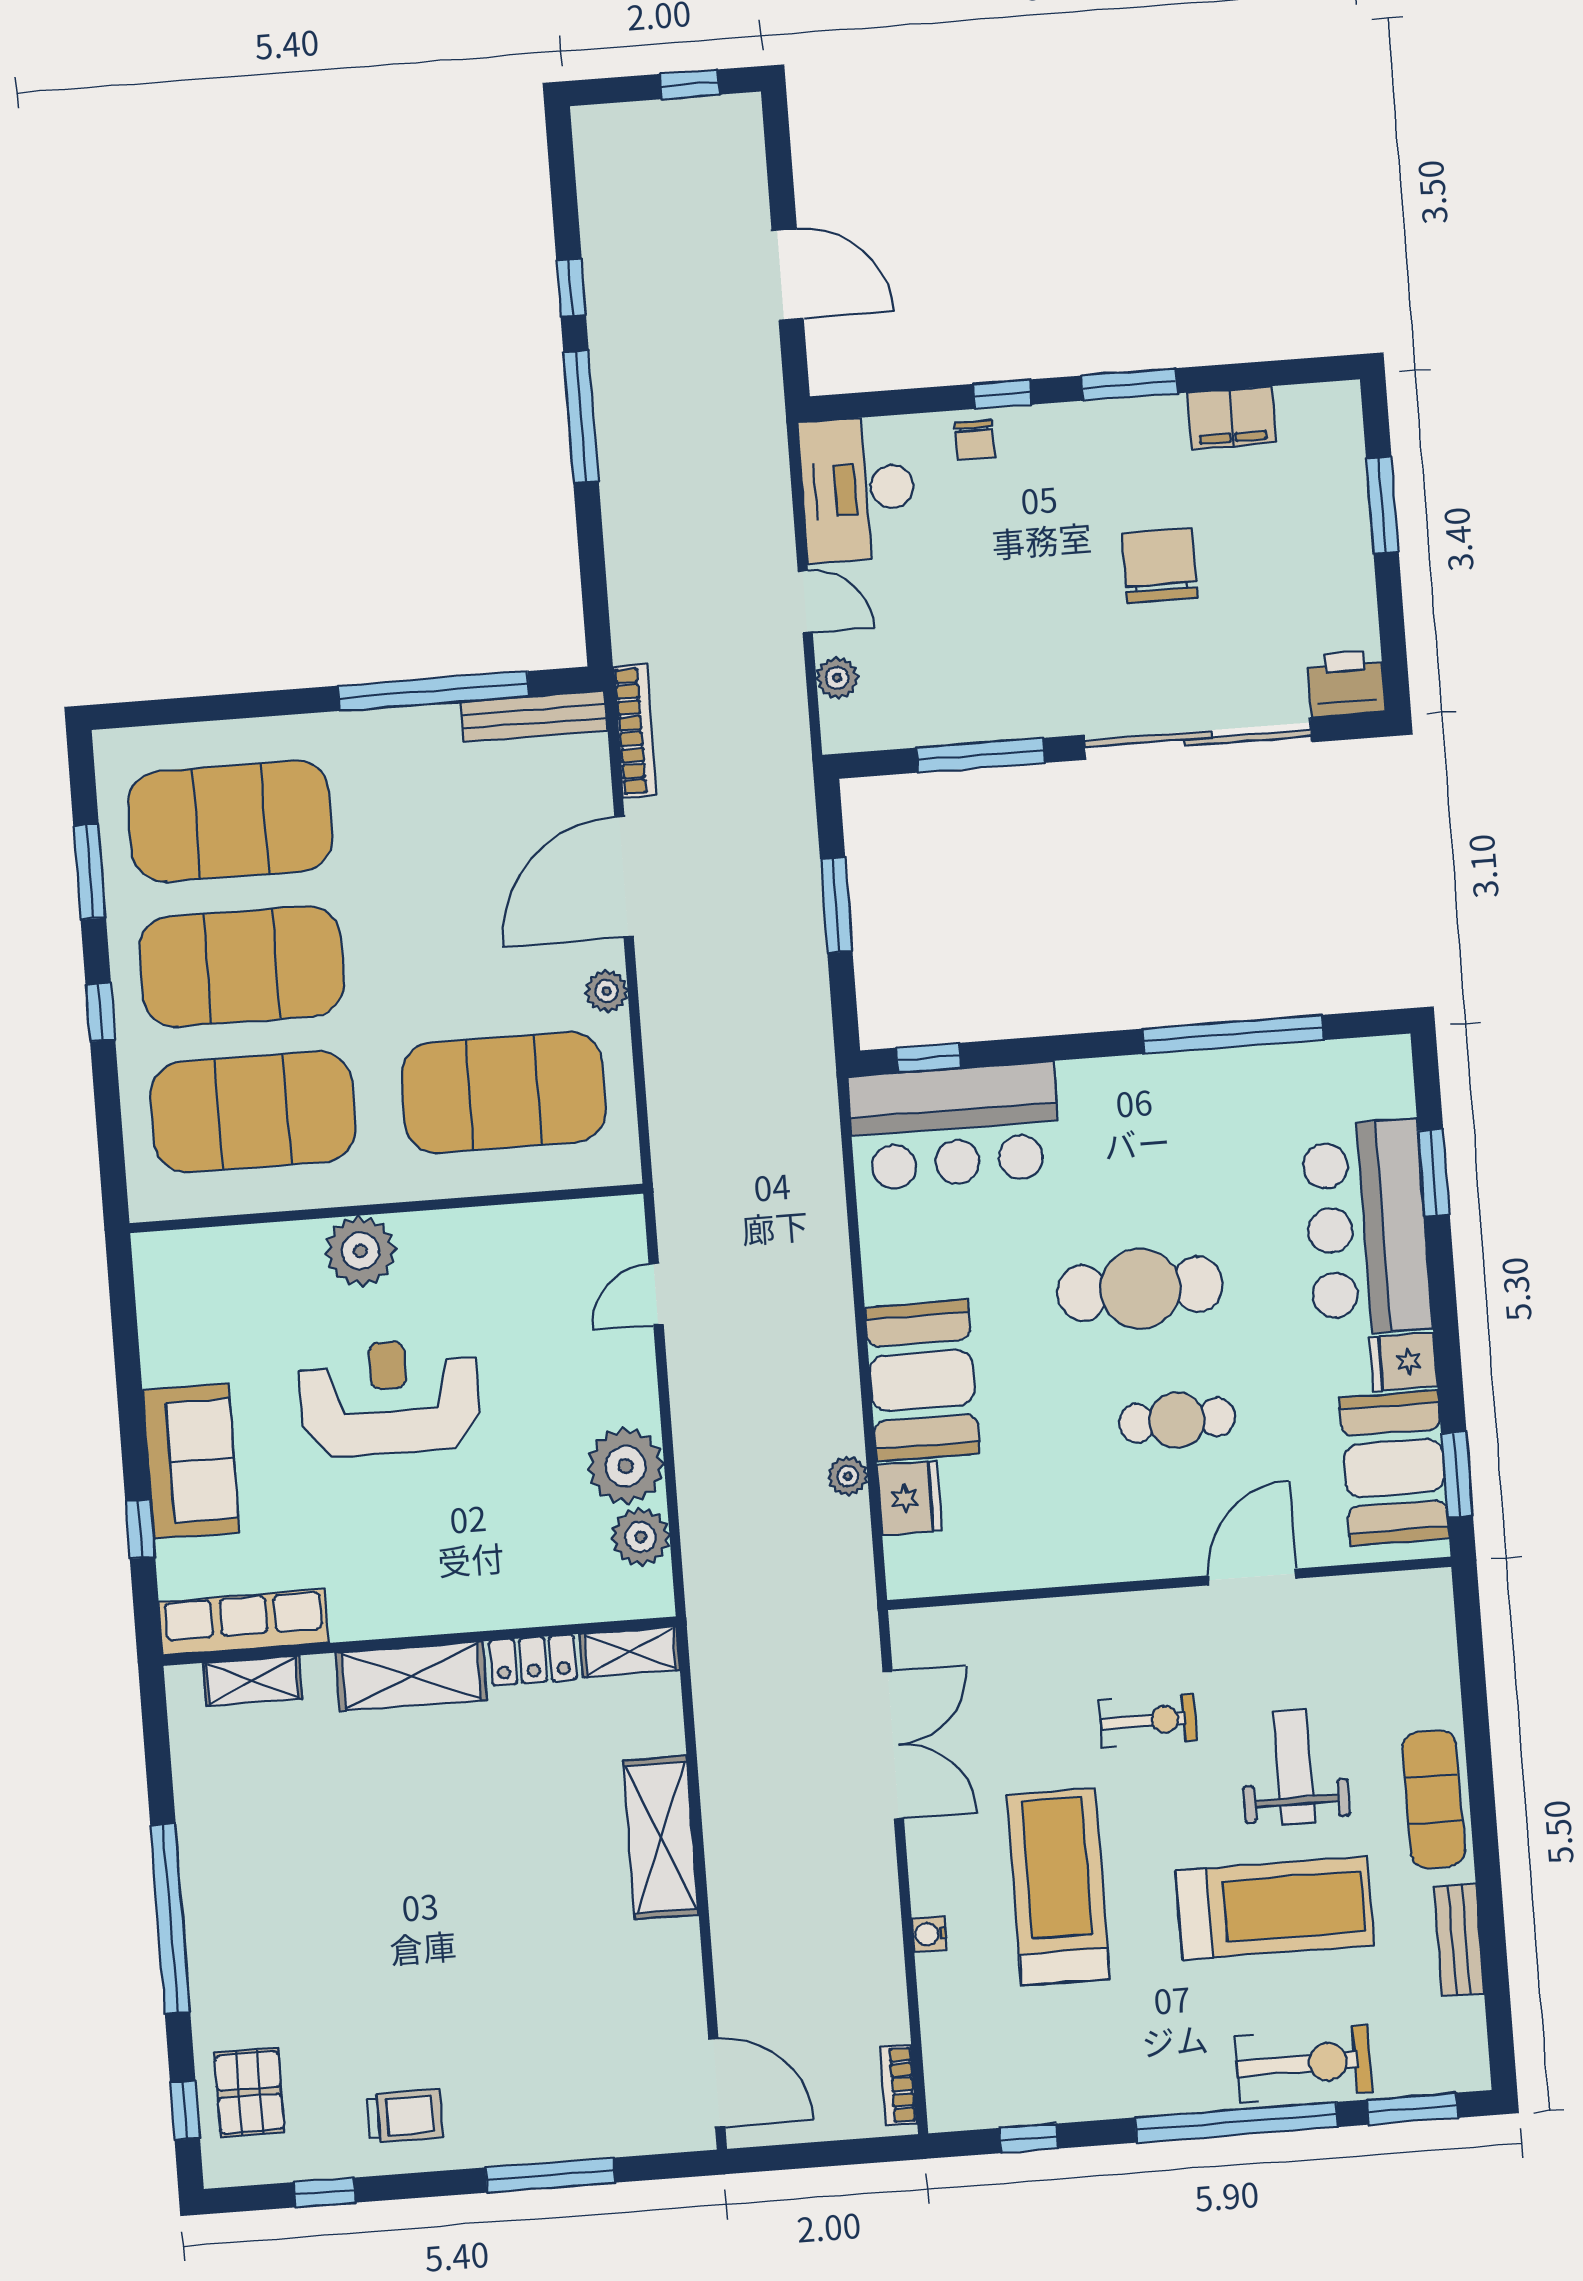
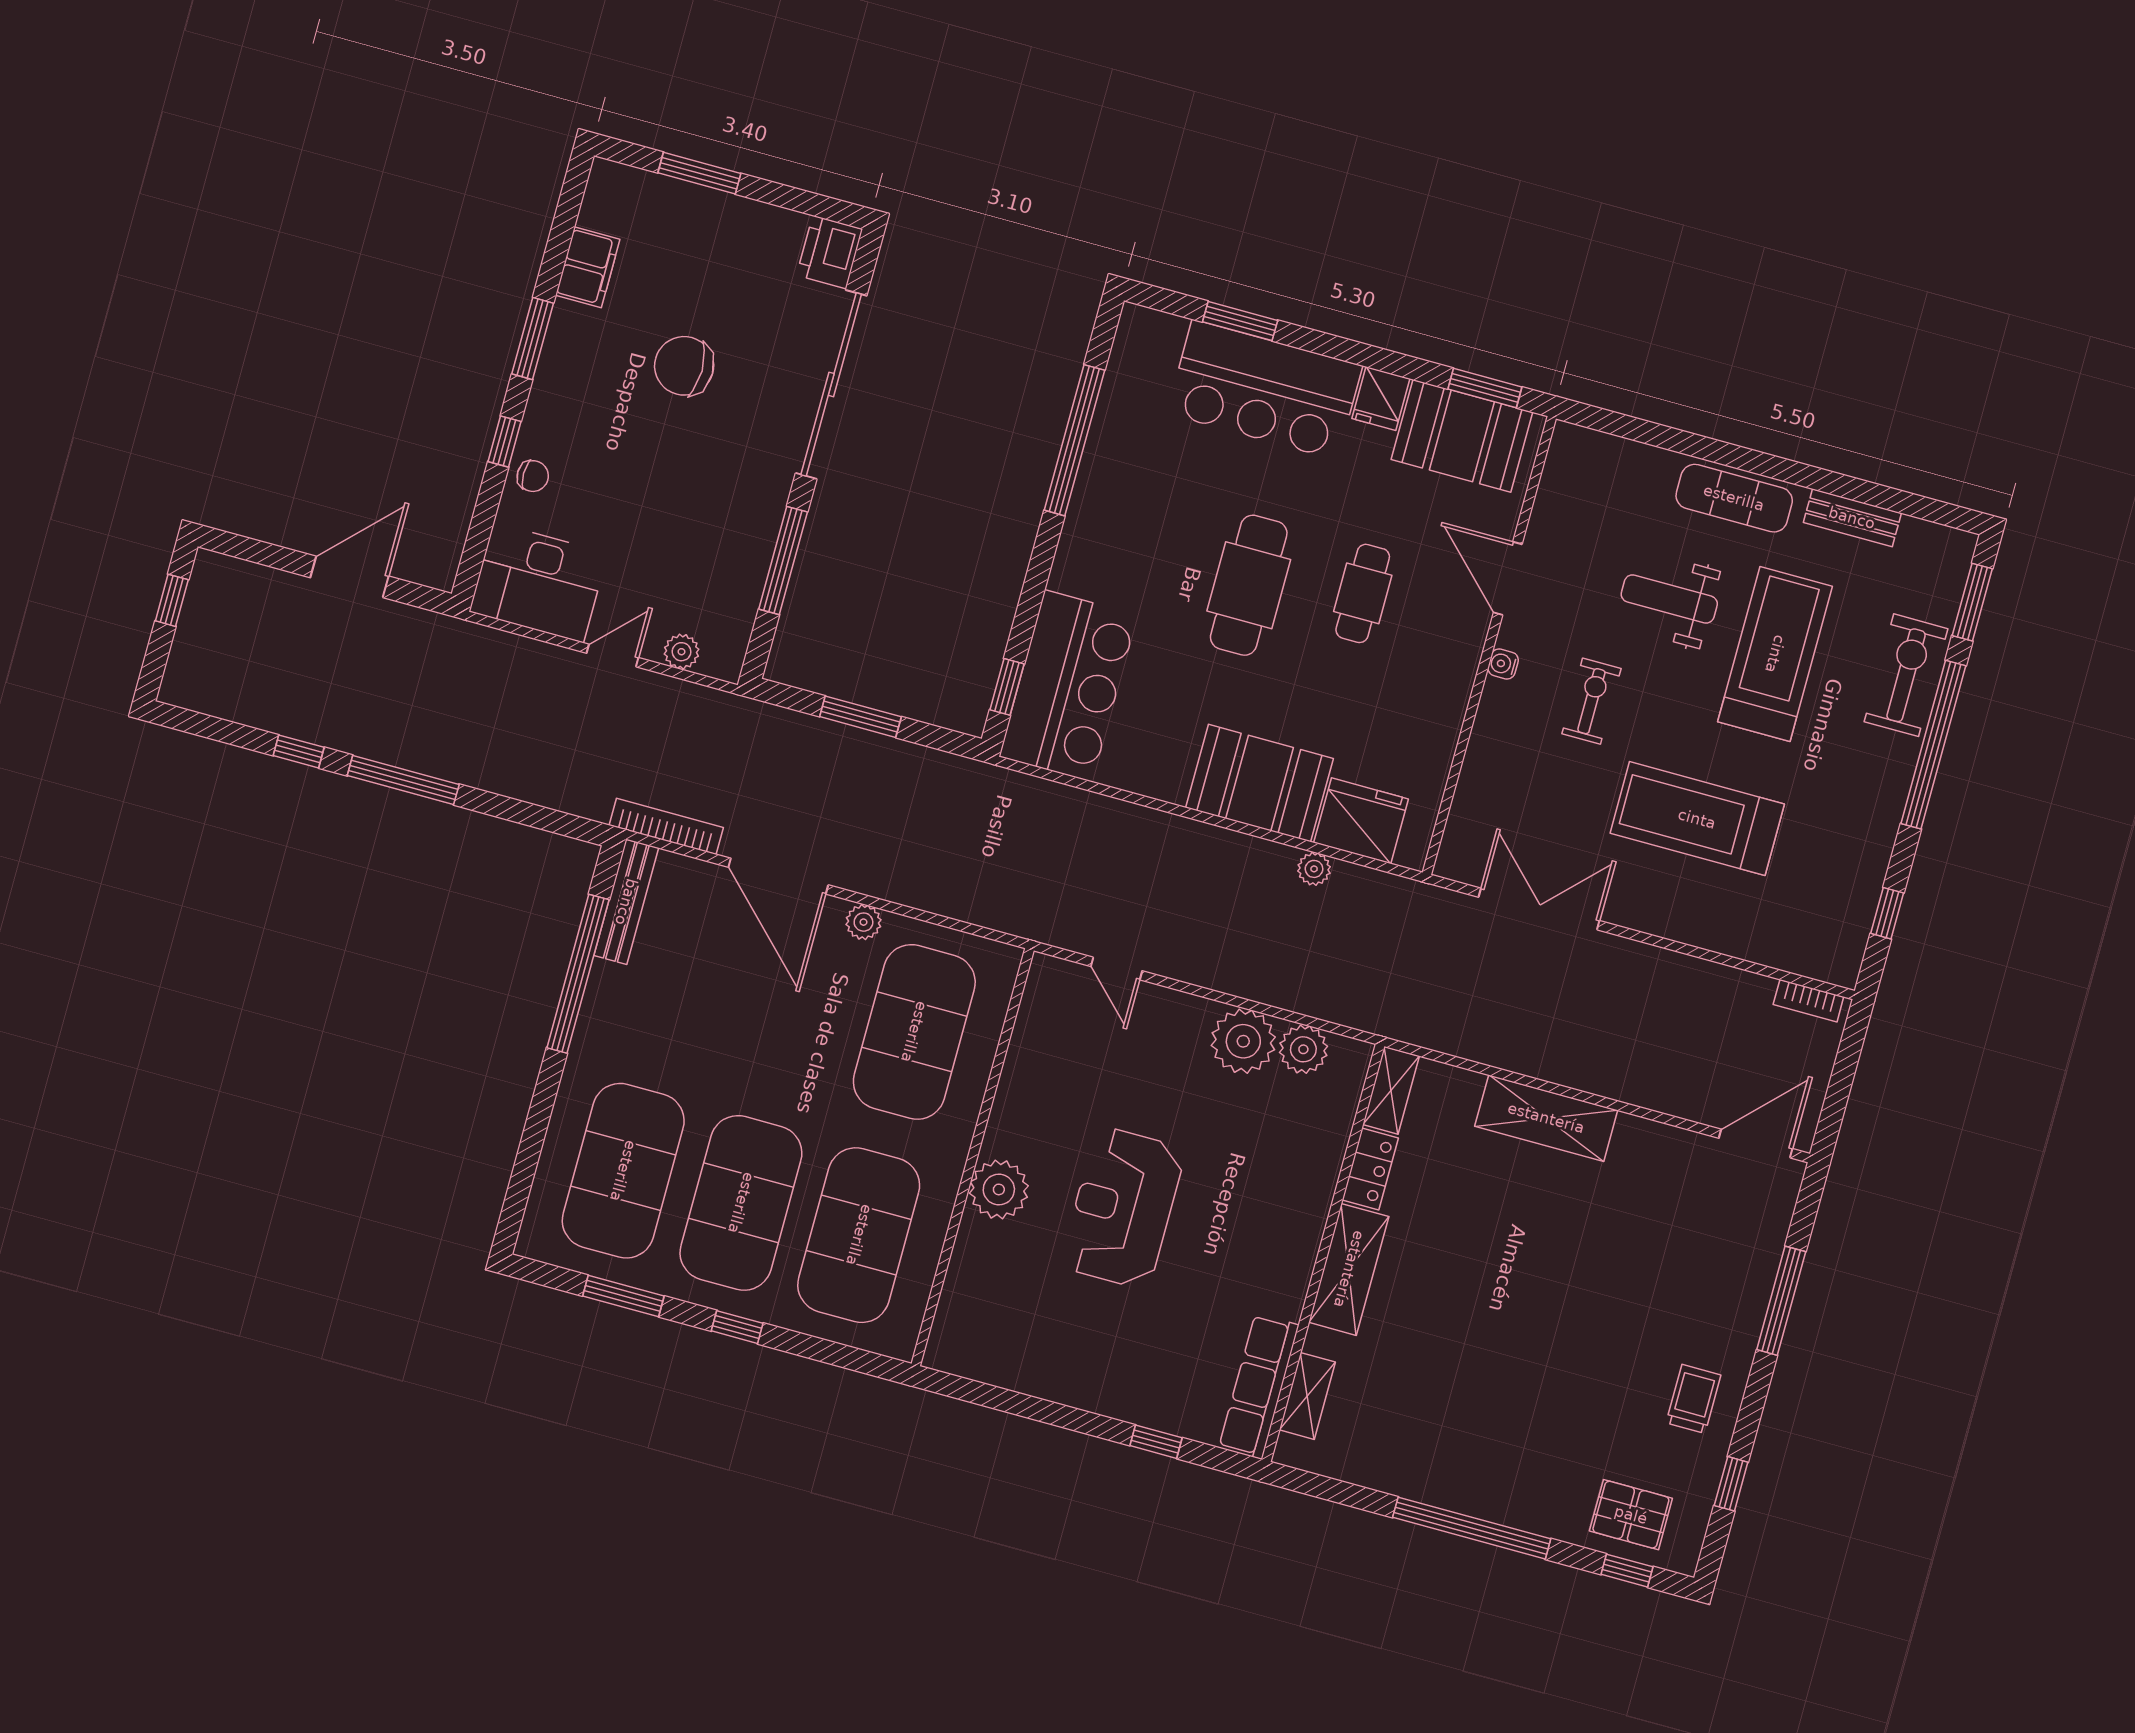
sofa: (191, 1461) -> (1117, 1383), removed
fridge: (910, 1498) -> (1361, 821), width x1.36, depth x1.34
water cooler: (929, 1934) -> (1503, 664), moved, turned 90

